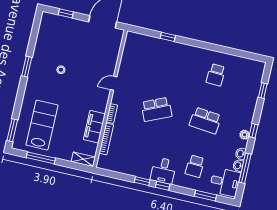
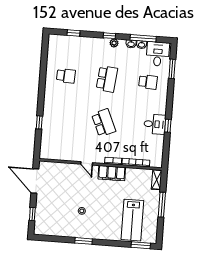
lab bench: (42, 125) -> (132, 220), turned -90
filing cabinet: (94, 127) -> (112, 173), moved
window: (41, 158) -> (162, 205), moved
desk: (163, 171) -> (155, 124), moved
window: (163, 186) -> (169, 107), removed

